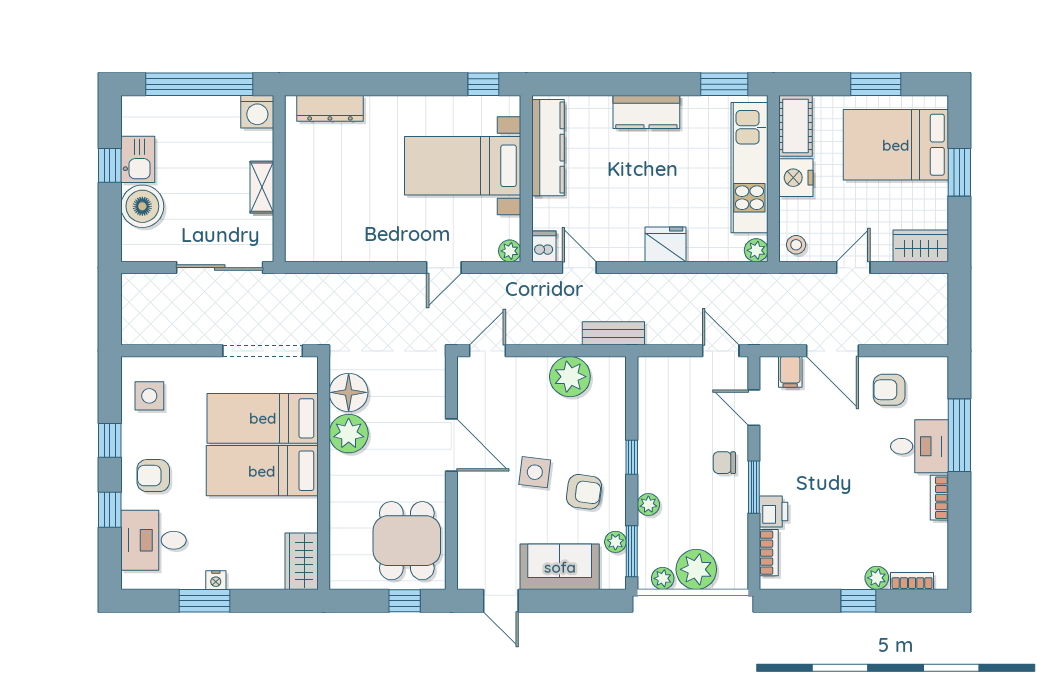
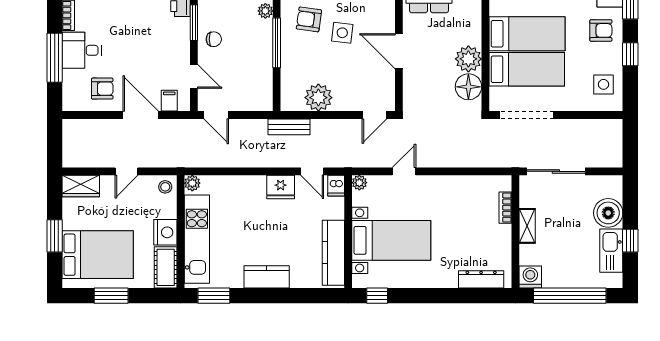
kitchen sink: (138, 159) -> (611, 251), width x1.38
bookcase: (294, 214) -> (505, 208), added
fridge: (666, 244) -> (281, 187), moved
window: (632, 457) -> (277, 43), width x2.17

